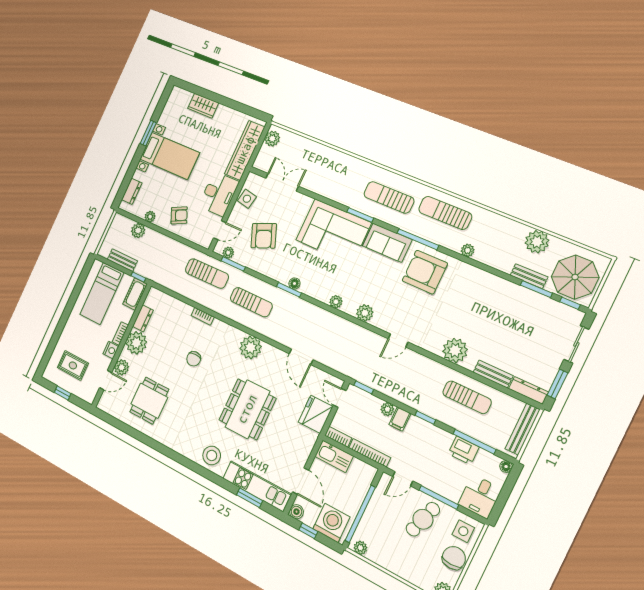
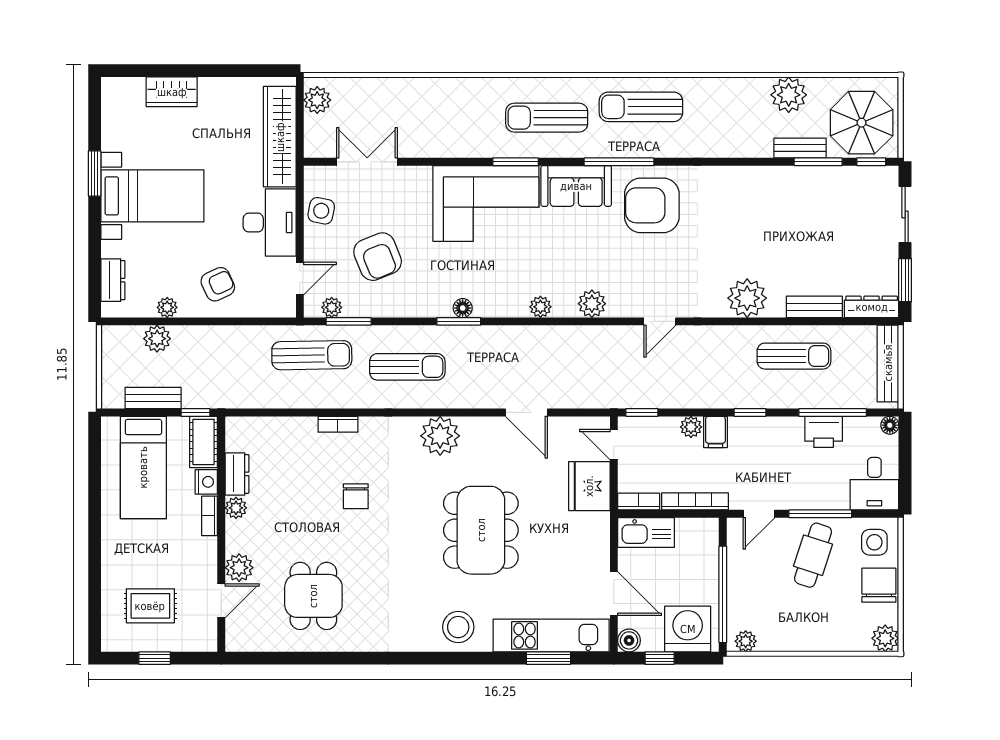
plant: (468, 250) -> (698, 148), removed
plant: (136, 343) -> (236, 508), width x0.53, depth x0.53
nightstand: (111, 350) -> (206, 482), moved

